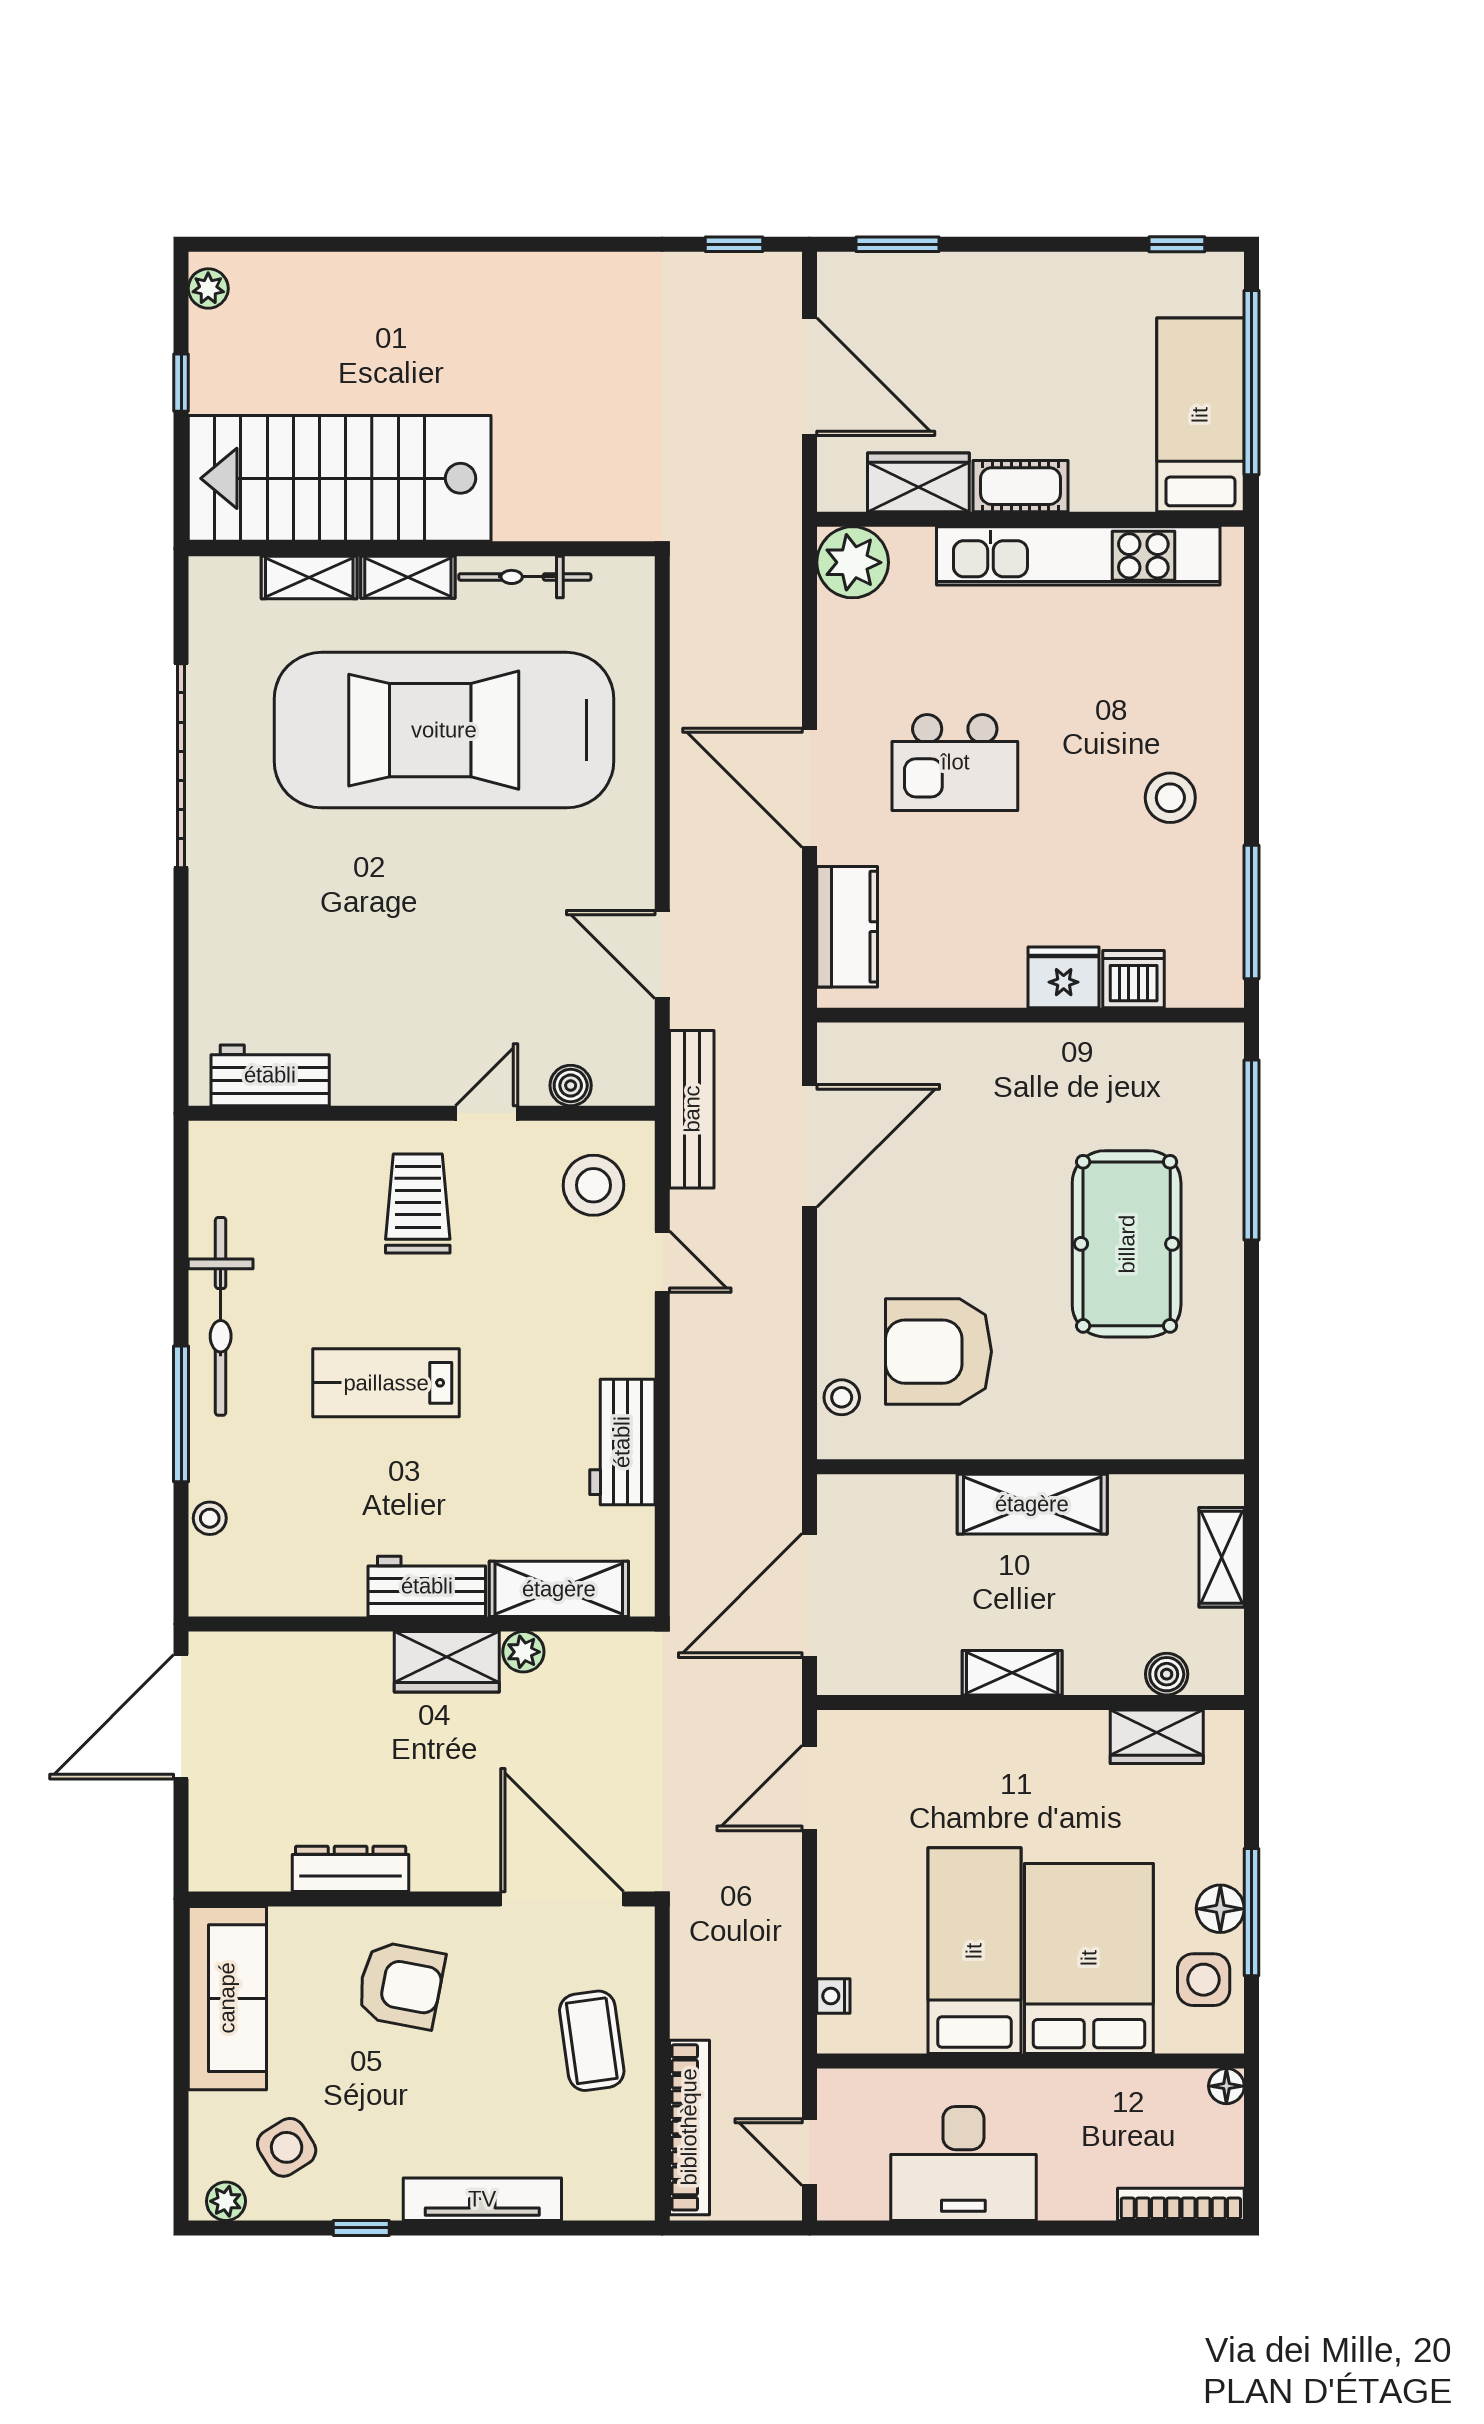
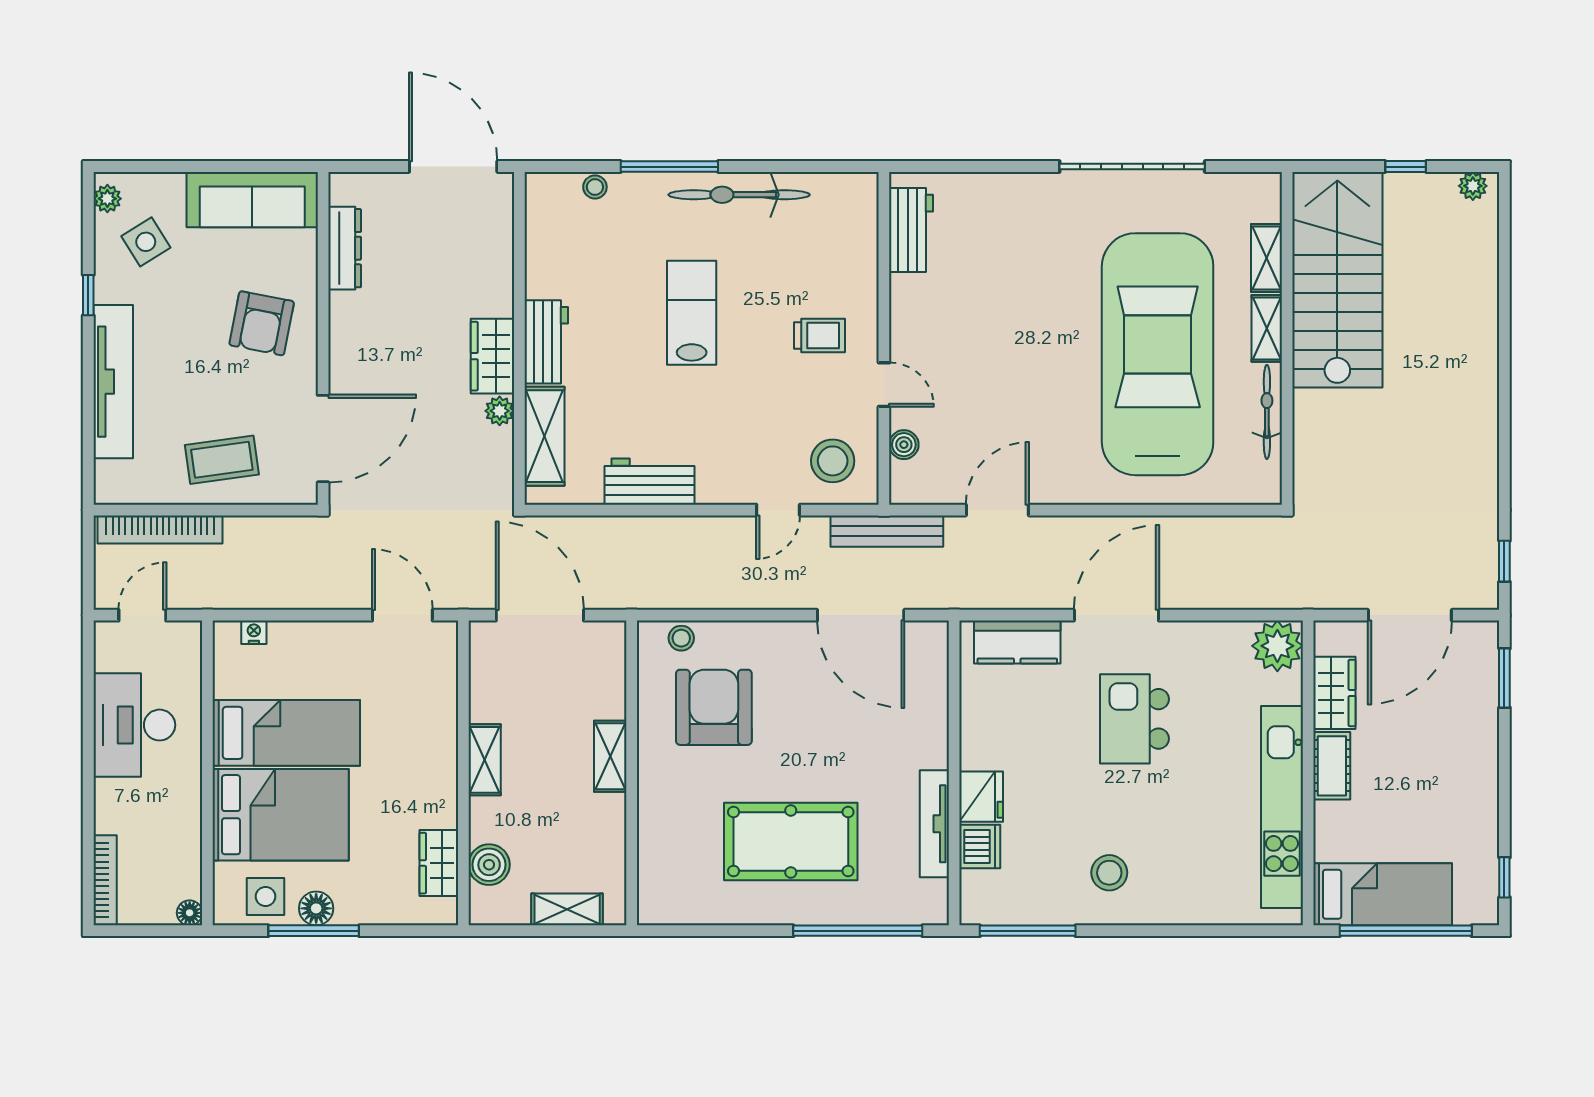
tv unit: (1102, 1043) -> (934, 824), added
trolley: (418, 1204) -> (820, 336), width x0.73, depth x0.72
shelving: (1032, 1504) -> (610, 756), width x0.67, depth x0.75
boiler: (1167, 1674) -> (489, 865), width x1.36, depth x1.36
dresser: (351, 1869) -> (345, 248), moved
tv unit: (482, 2199) -> (113, 382), width x1.36, depth x1.29

